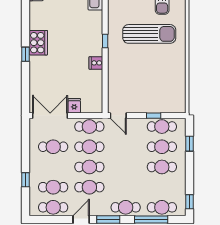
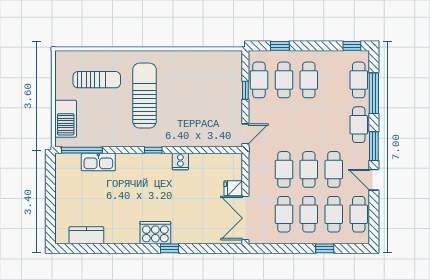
cafe table: (89, 127) -> (309, 214), moved

